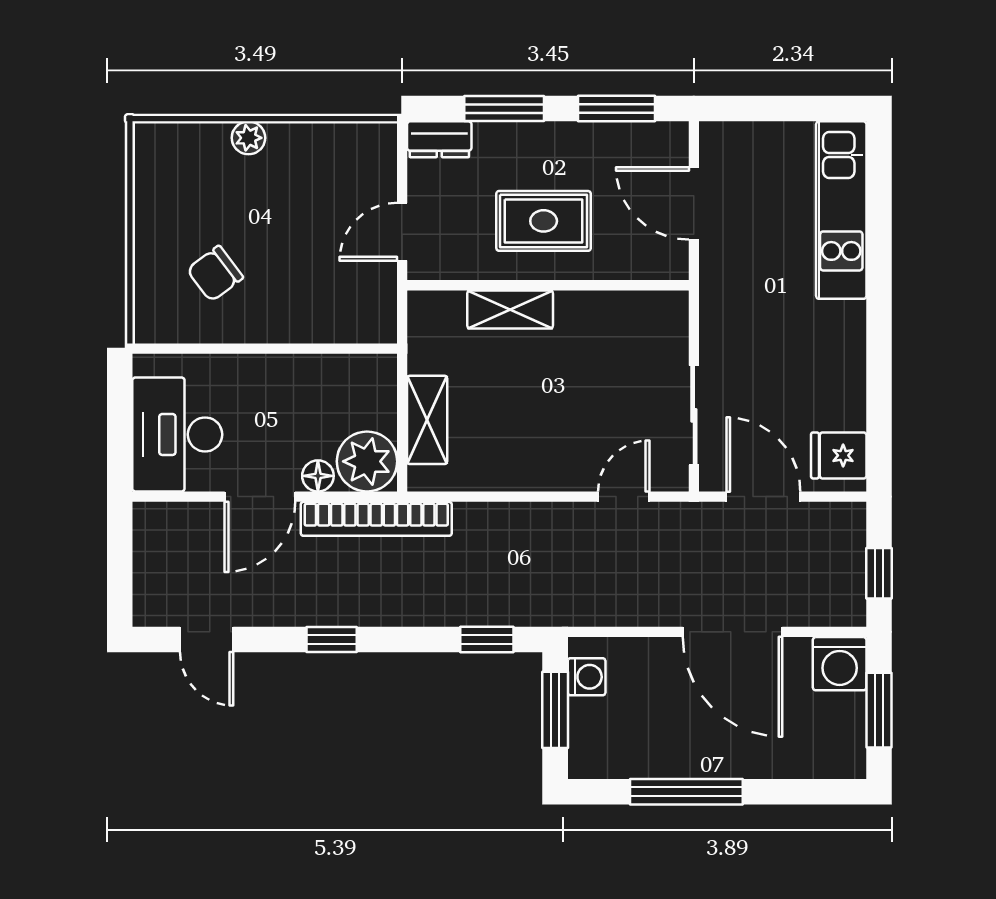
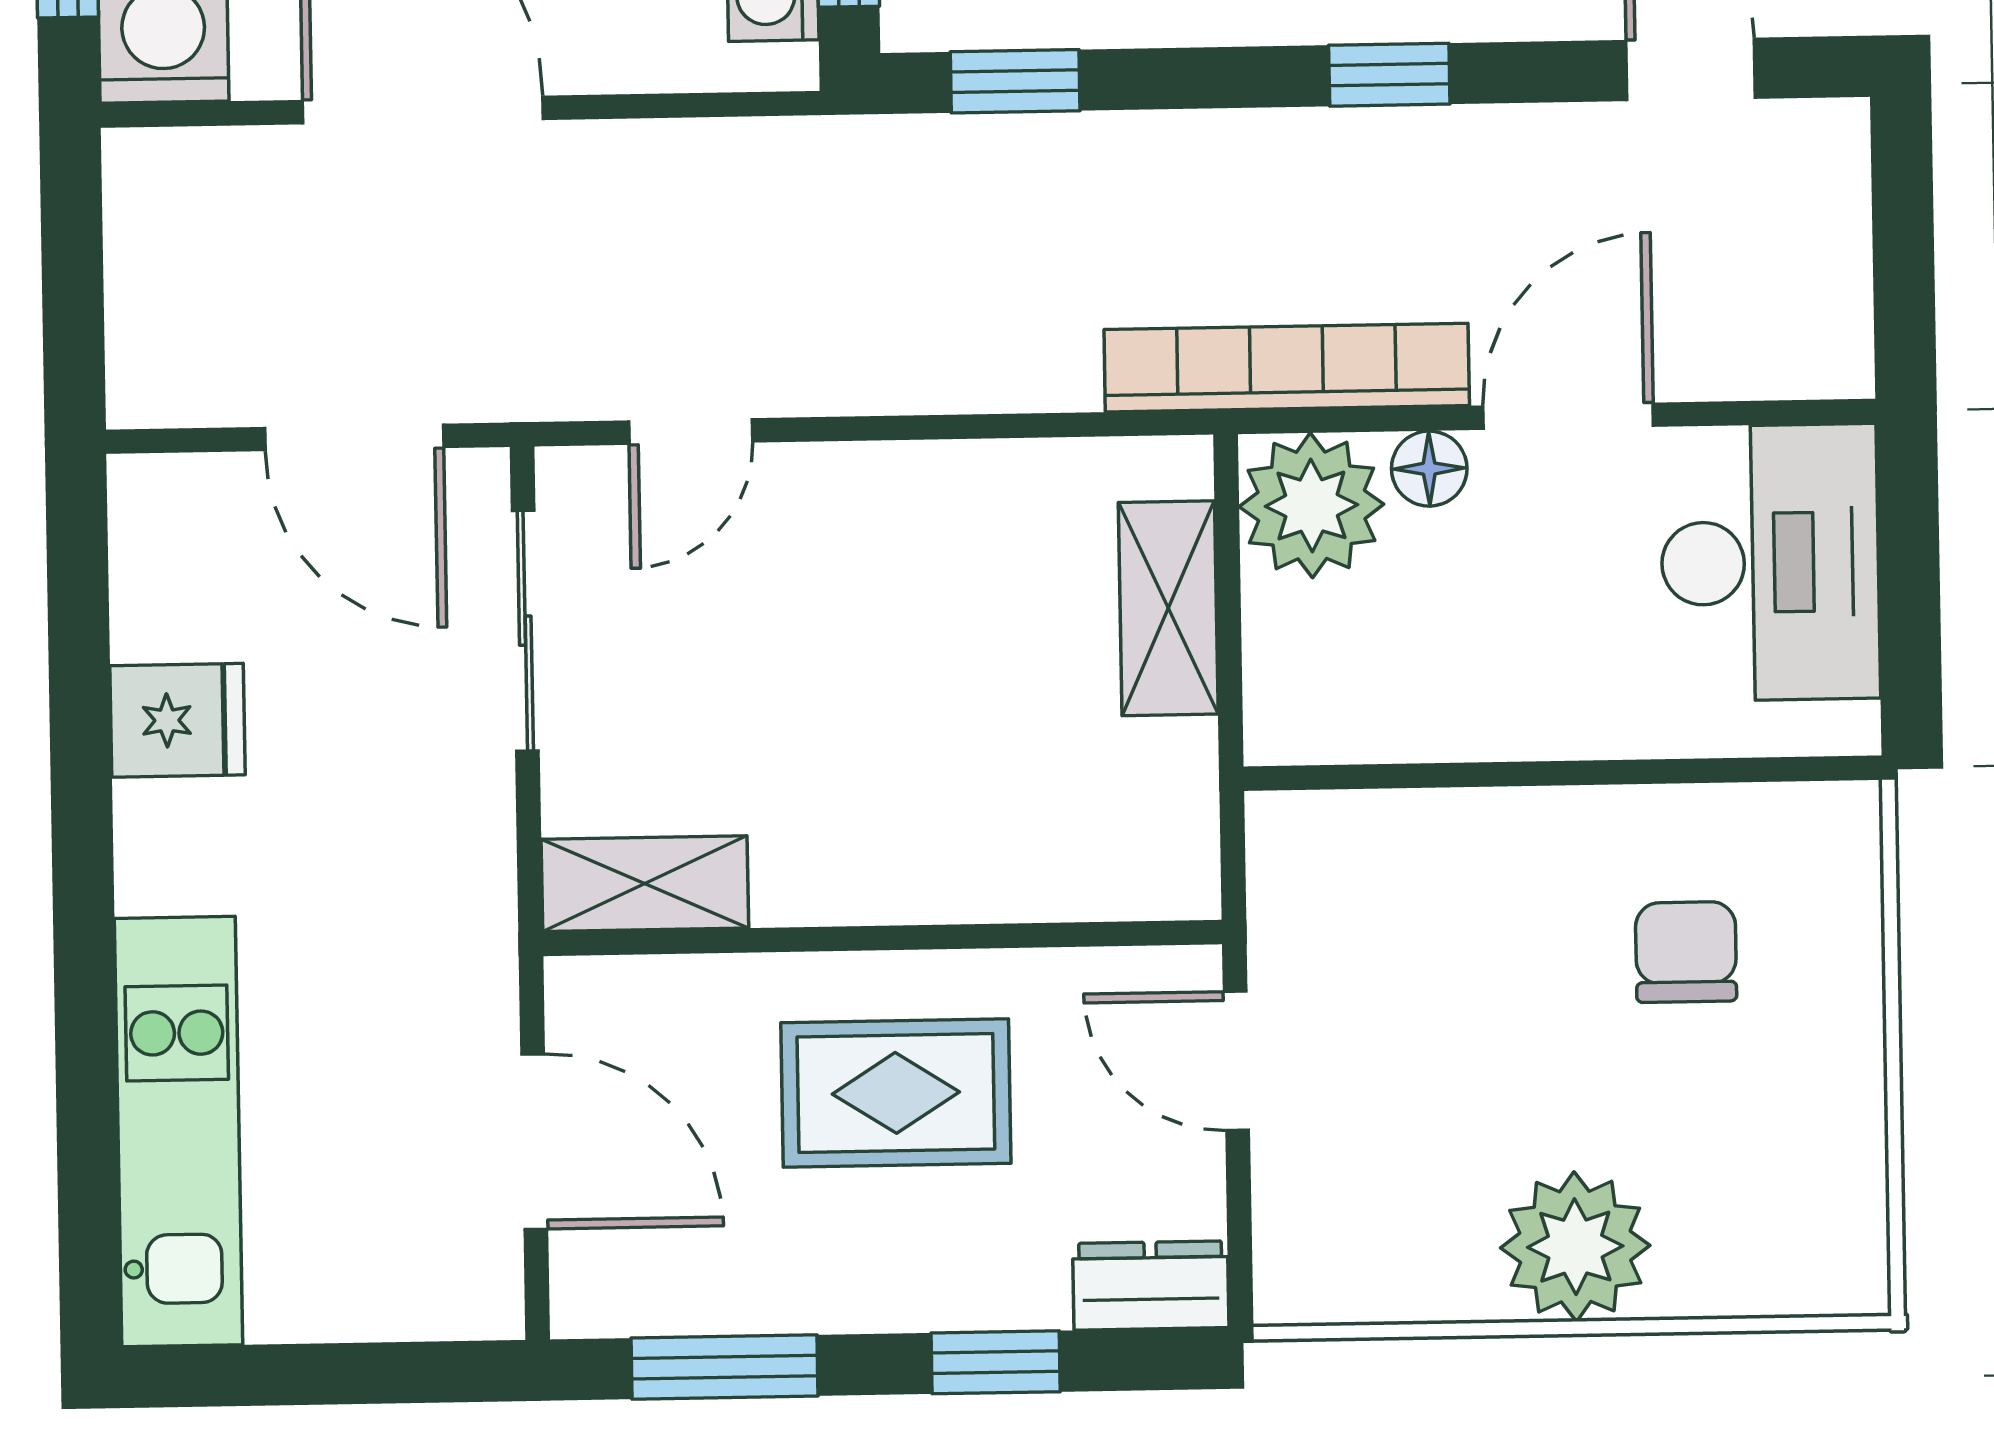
window: (504, 109) -> (996, 1362), width x0.67
plant: (248, 138) -> (1575, 1247), width x1.88, depth x1.88
door: (402, 232) -> (1236, 1061), swing flipped
chair: (215, 274) -> (1686, 952), turned -53
shelving: (510, 310) -> (645, 884), moved
fridge: (839, 455) -> (177, 720), moved
window: (879, 573) -> (72, 257), removed

